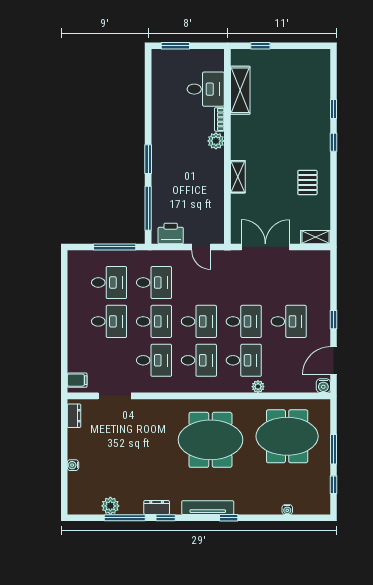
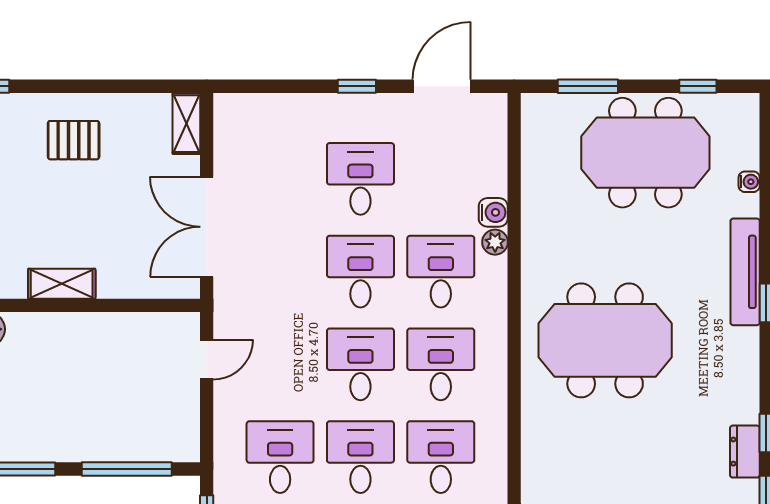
printer: (171, 233) -> (179, 423), removed
door: (333, 361) -> (442, 86), swing flipped
water cooler: (323, 386) -> (493, 212), moved
meeting table: (287, 436) -> (645, 153), moved, turned 90
meeting table: (210, 440) -> (605, 340), turned 90
window: (333, 449) -> (588, 86), moved
tv unit: (208, 508) -> (745, 272), moved

